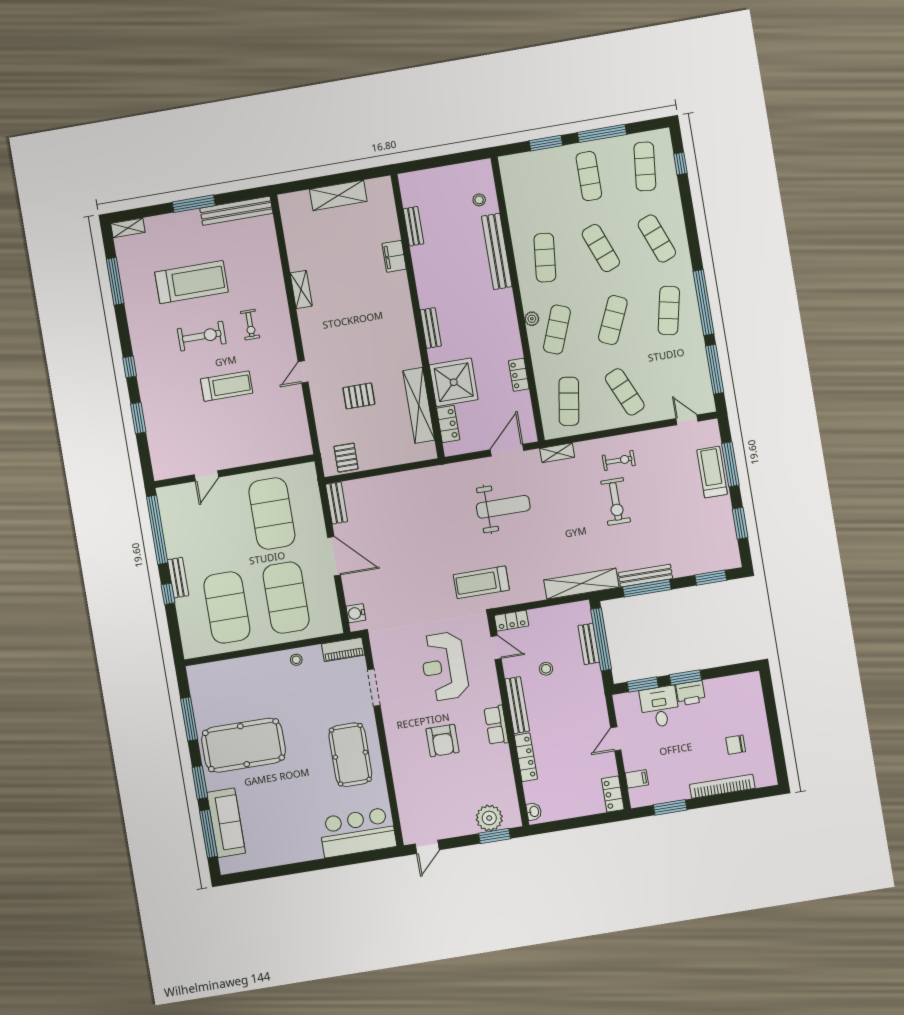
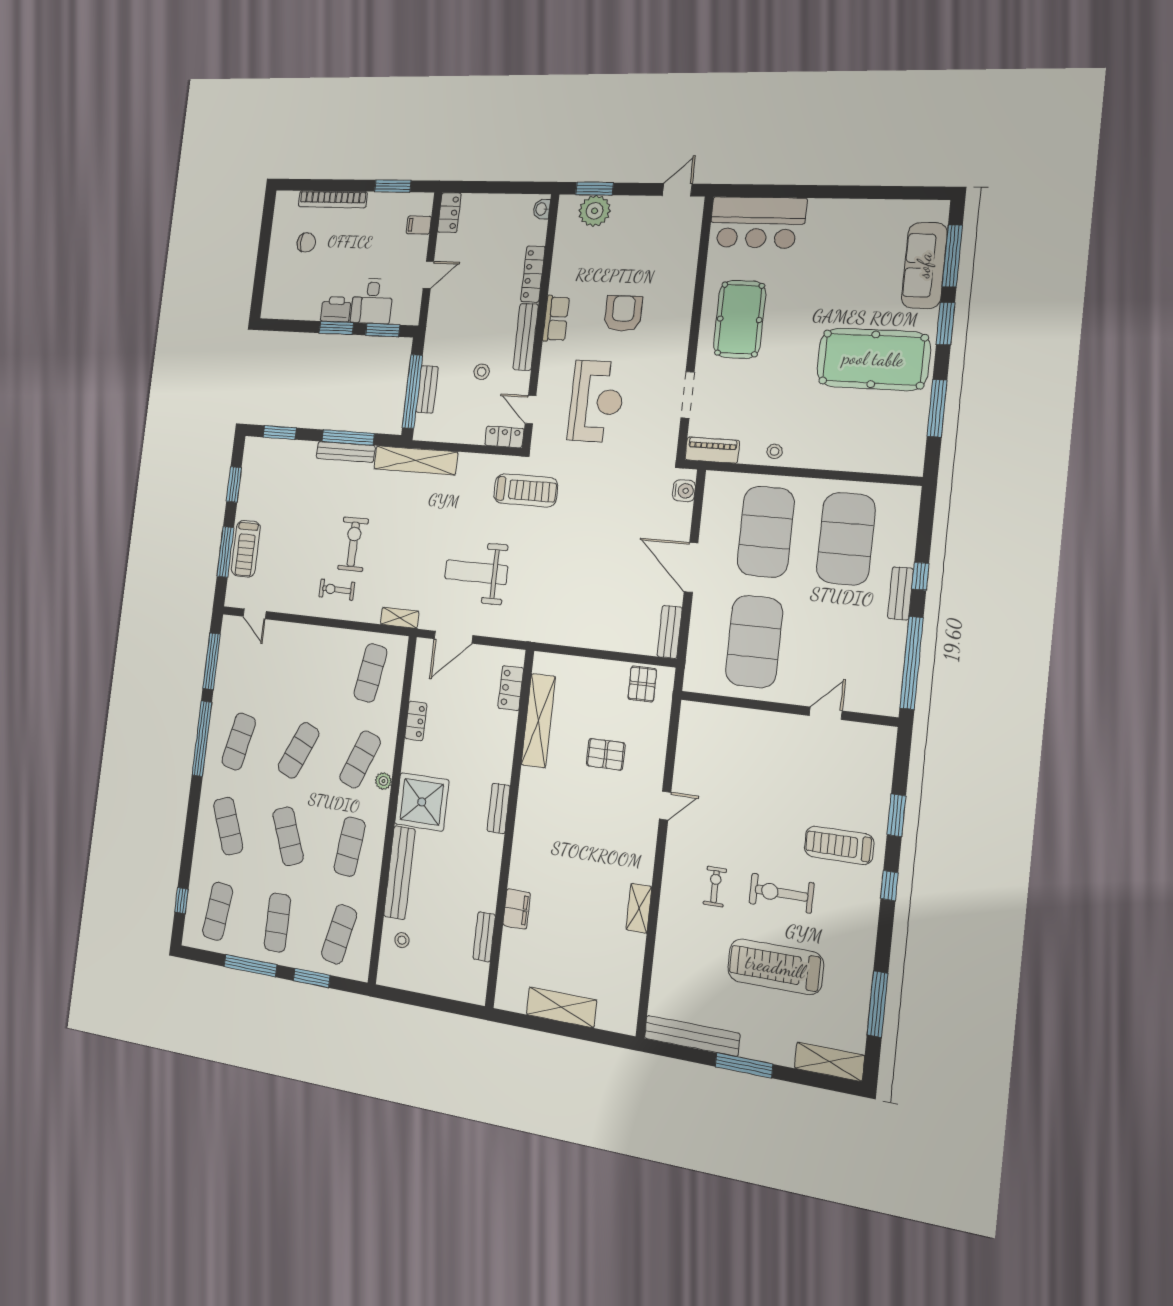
shelving: (128, 228) -> (829, 1062), width x1.50, depth x1.33
shower: (454, 382) -> (422, 802), moved
treadmill: (227, 386) -> (839, 845), moved
exercise mat: (625, 392) -> (339, 934), moved, turned 36

